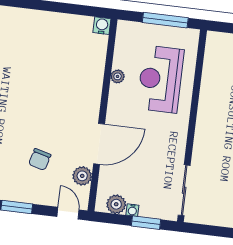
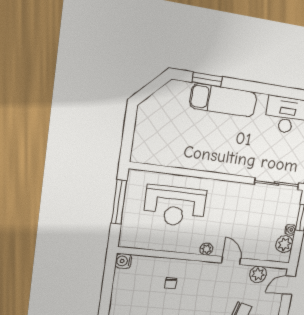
plant: (118, 76) -> (206, 249), moved
chair: (76, 78) -> (171, 283), added
door: (99, 144) -> (231, 261), width x0.53

